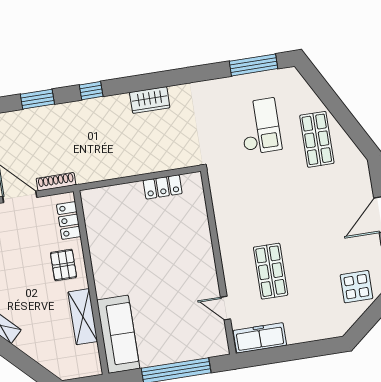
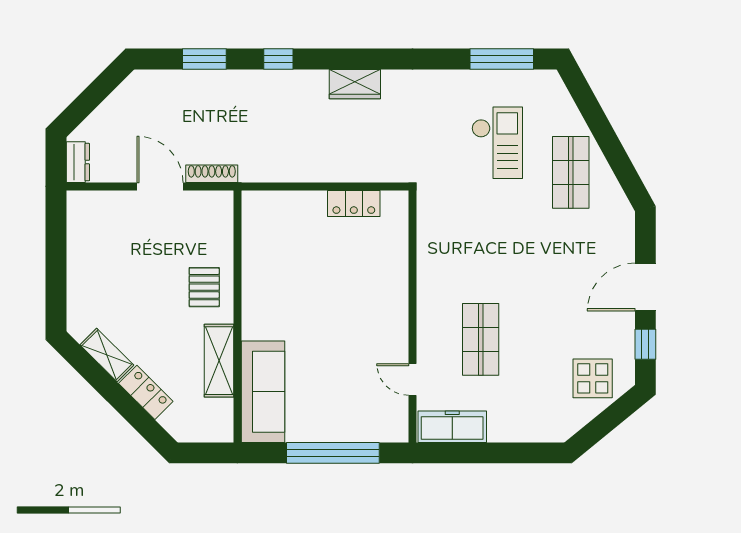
locker: (69, 220) -> (146, 392), moved, turned 135

